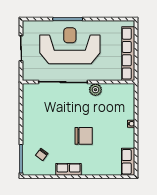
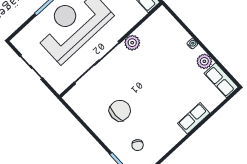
chair: (84, 136) -> (120, 111), moved
plant: (129, 141) -> (204, 61), added
row of seats: (69, 169) -> (194, 118), moved

